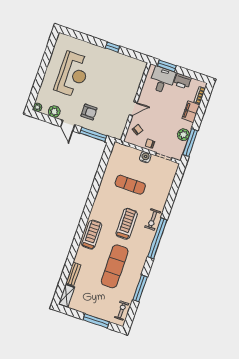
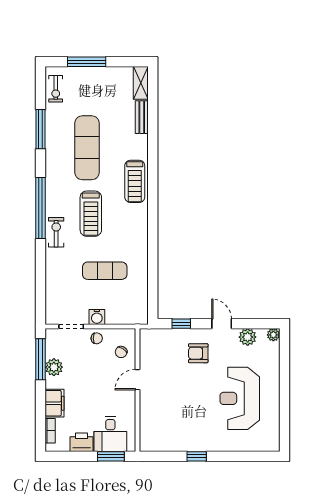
window: (93, 134) -> (181, 324), width x0.46

